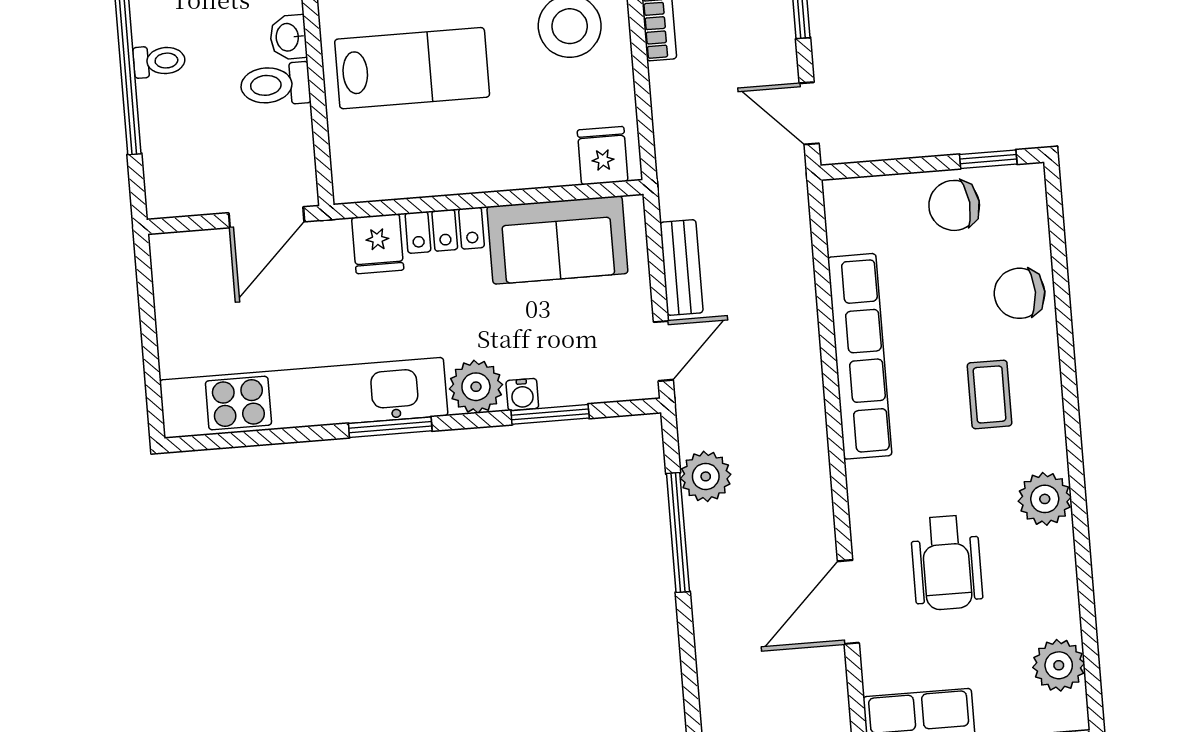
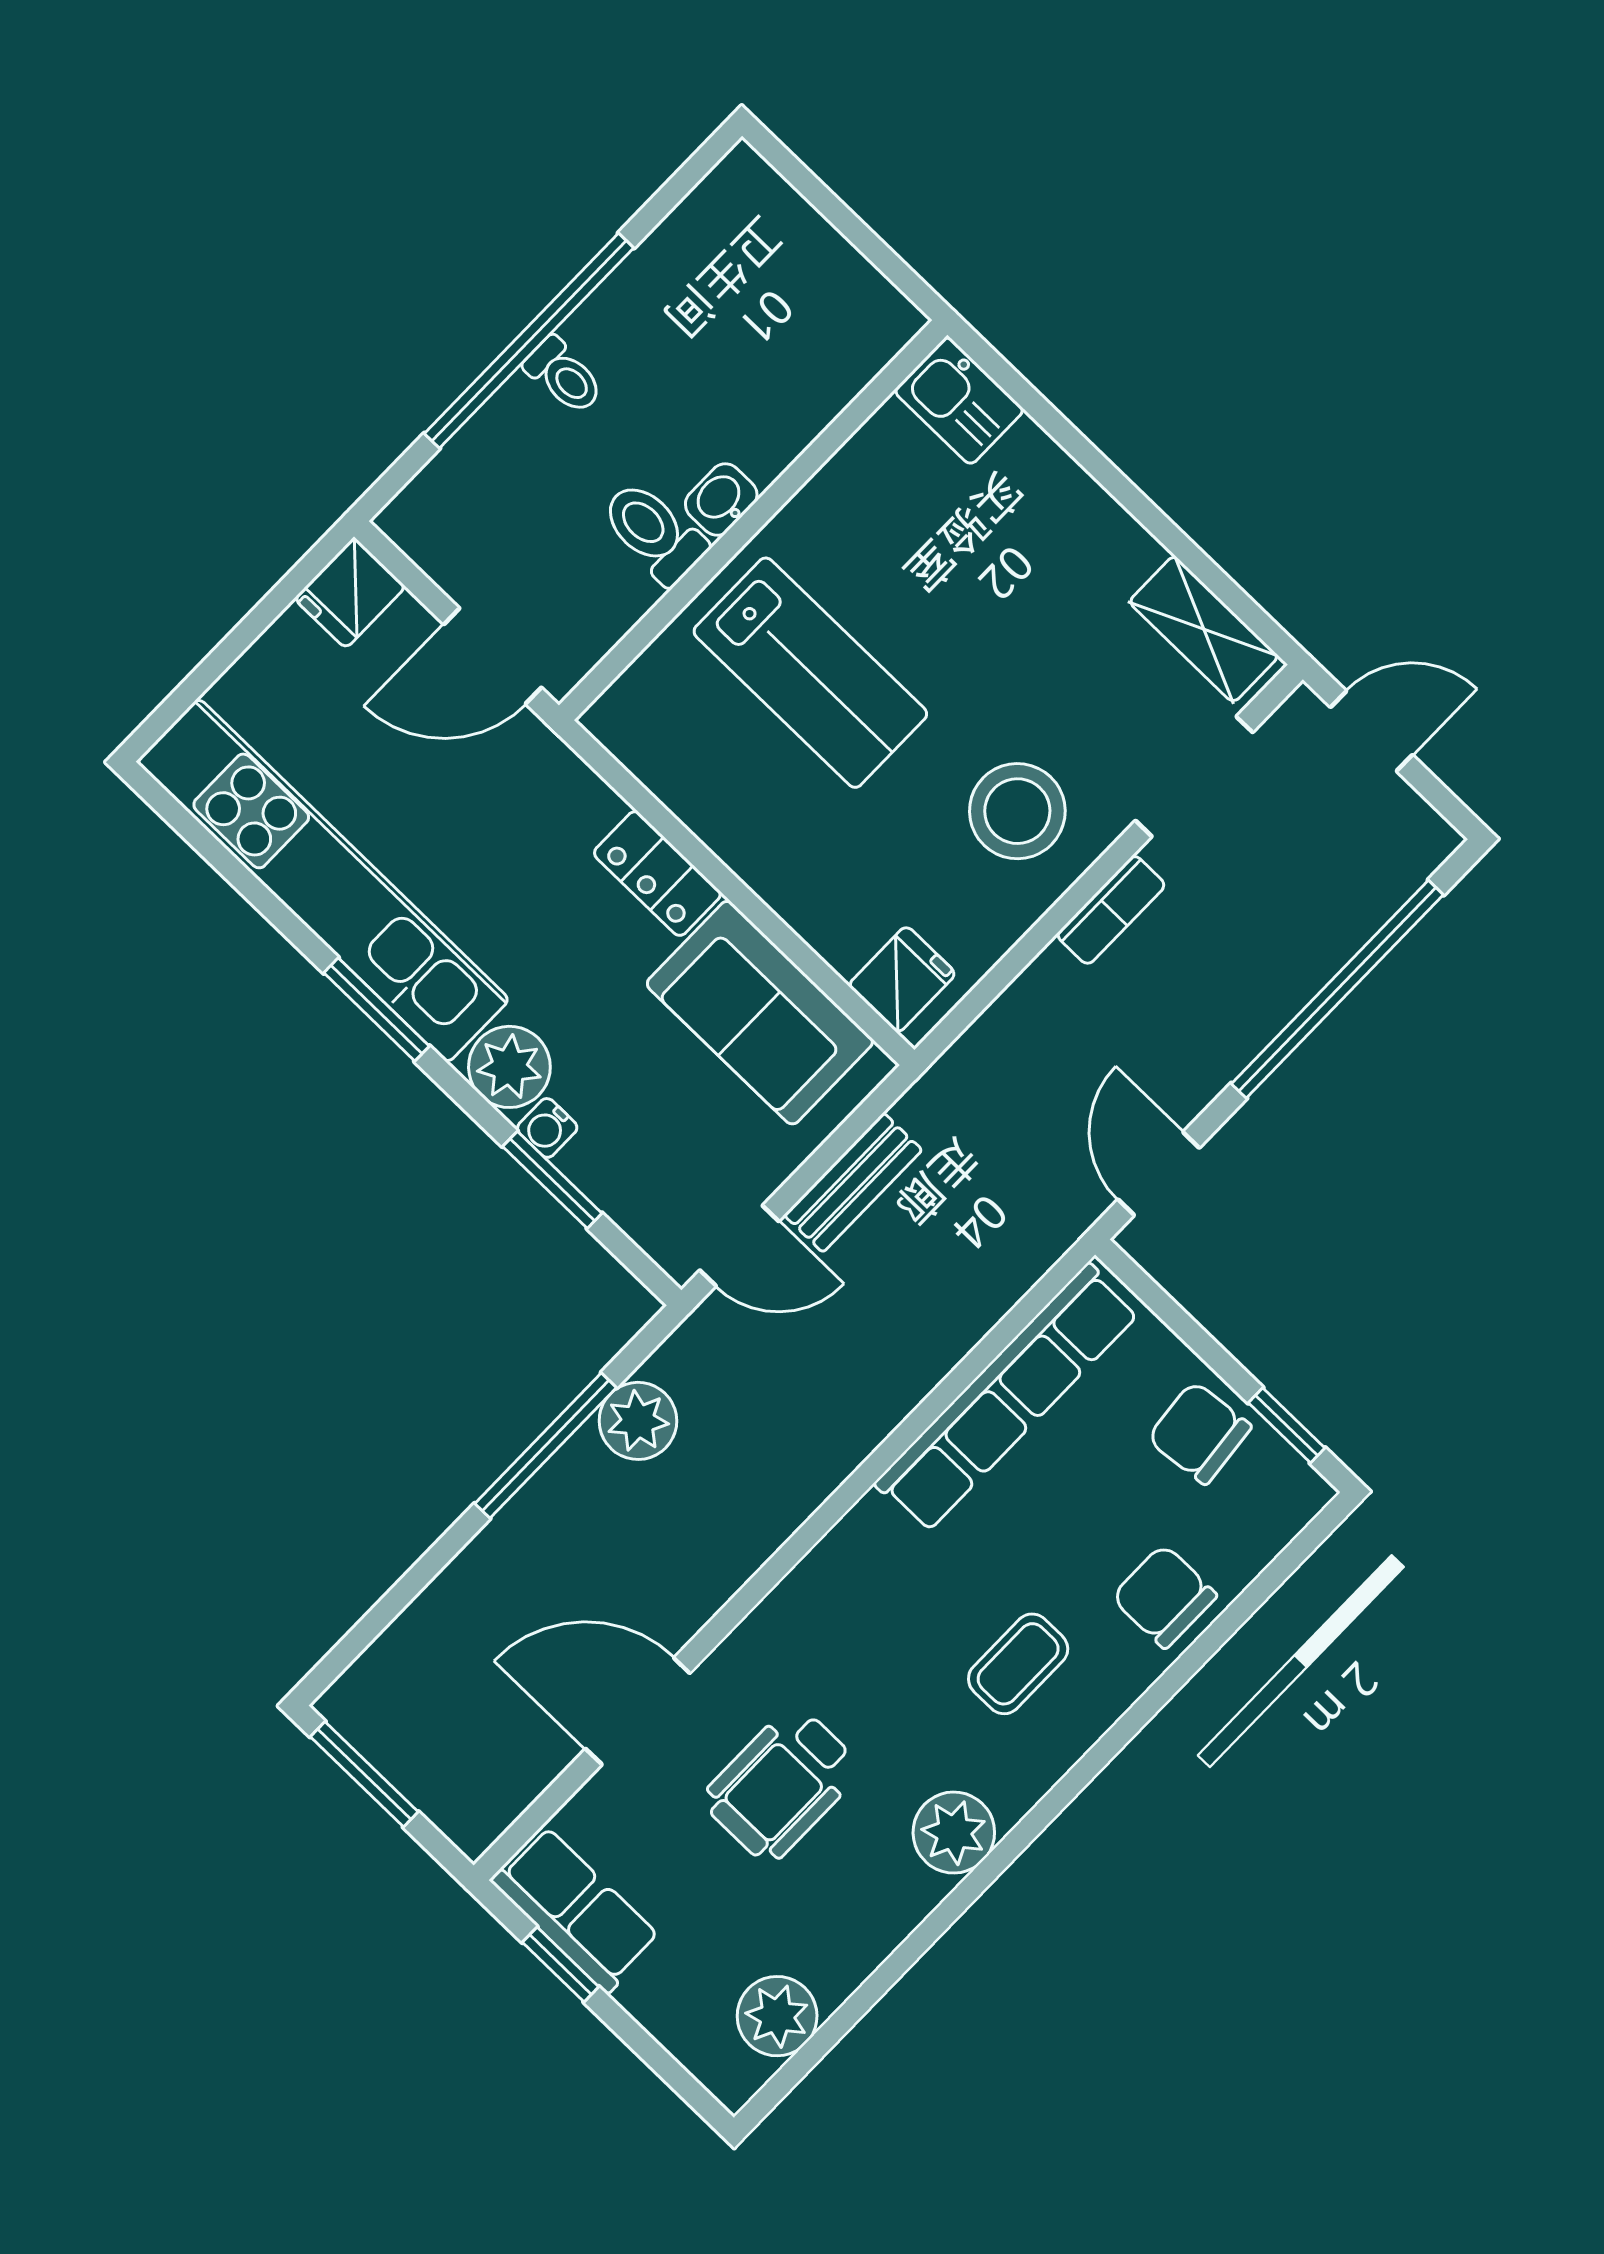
fridge: (378, 244) -> (350, 593), moved
row of seats: (860, 356) -> (1007, 1398), moved

